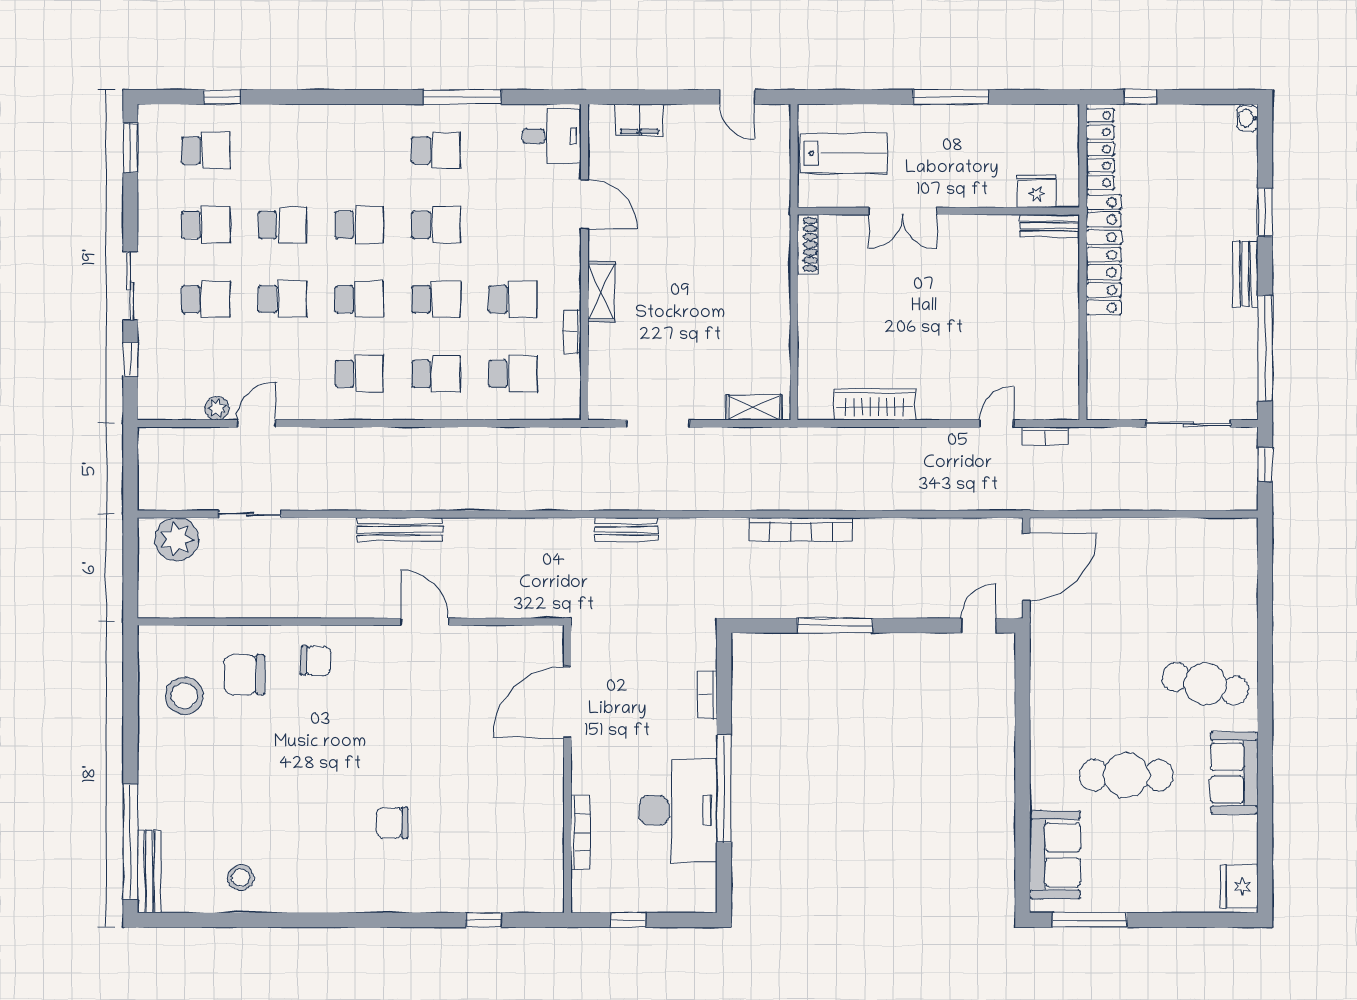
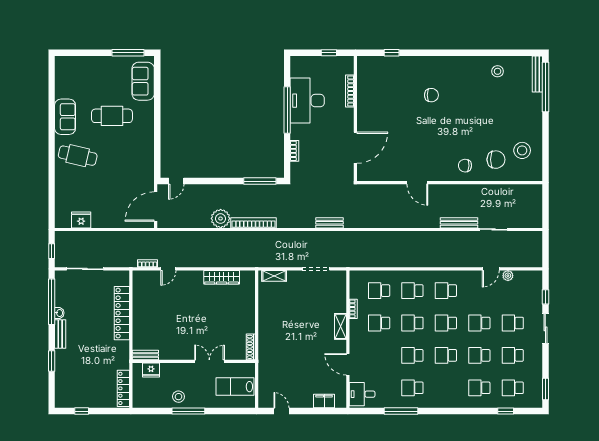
window: (1140, 97) -> (82, 411), moved
washbasin: (1247, 118) -> (59, 313), moved
stool: (974, 130) -> (178, 397), added
school desk: (282, 150) -> (479, 388), added
locker: (1104, 255) -> (122, 313), moved
bench: (400, 530) -> (459, 223), moved
plant: (177, 539) -> (221, 219), moved
window: (835, 625) -> (260, 181), moved
fridge: (1239, 886) -> (81, 220), moved, turned -90

